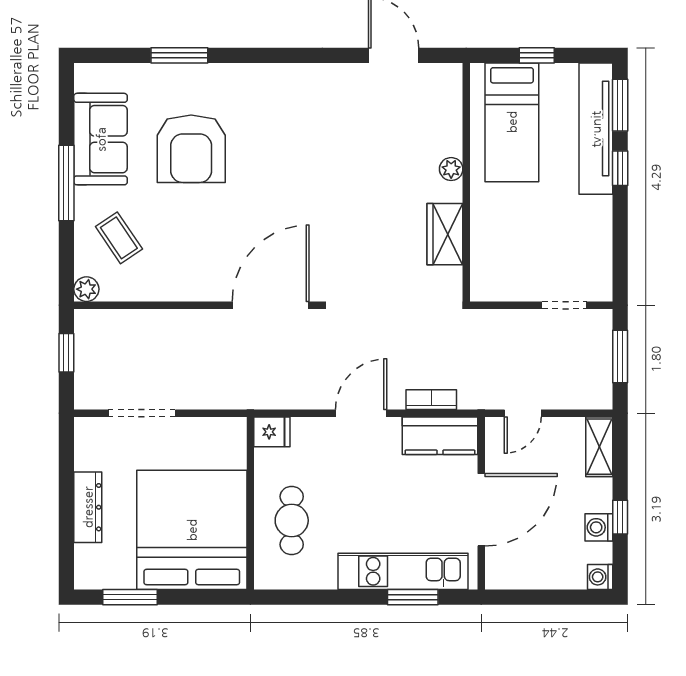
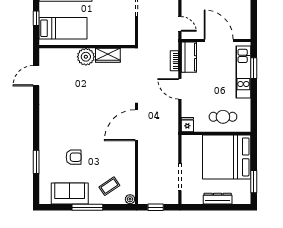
armchair: (191, 149) -> (74, 157), width x0.53, depth x0.53
plant: (451, 169) -> (86, 57), width x1.88, depth x1.88
door: (271, 305) -> (136, 125), hinge flipped

